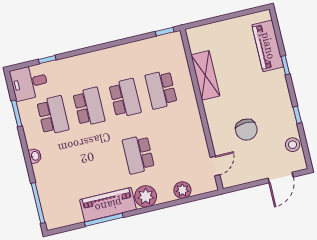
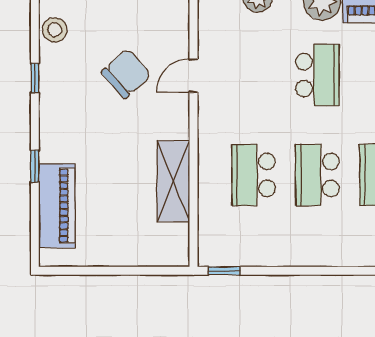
school desk: (161, 90) -> (253, 175), turned 180
chair: (246, 130) -> (126, 74), turned 51
door: (215, 166) -> (193, 76), moved

